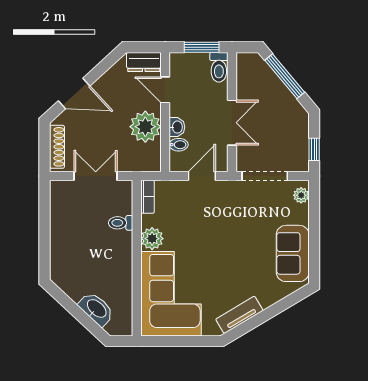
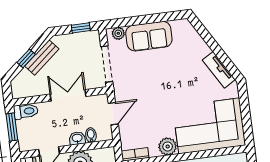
window: (285, 76) -> (26, 58), width x0.46
bench: (283, 96) -> (42, 58), added
door: (202, 176) -> (113, 114), swing flipped
sofa: (293, 253) -> (149, 36), moved

